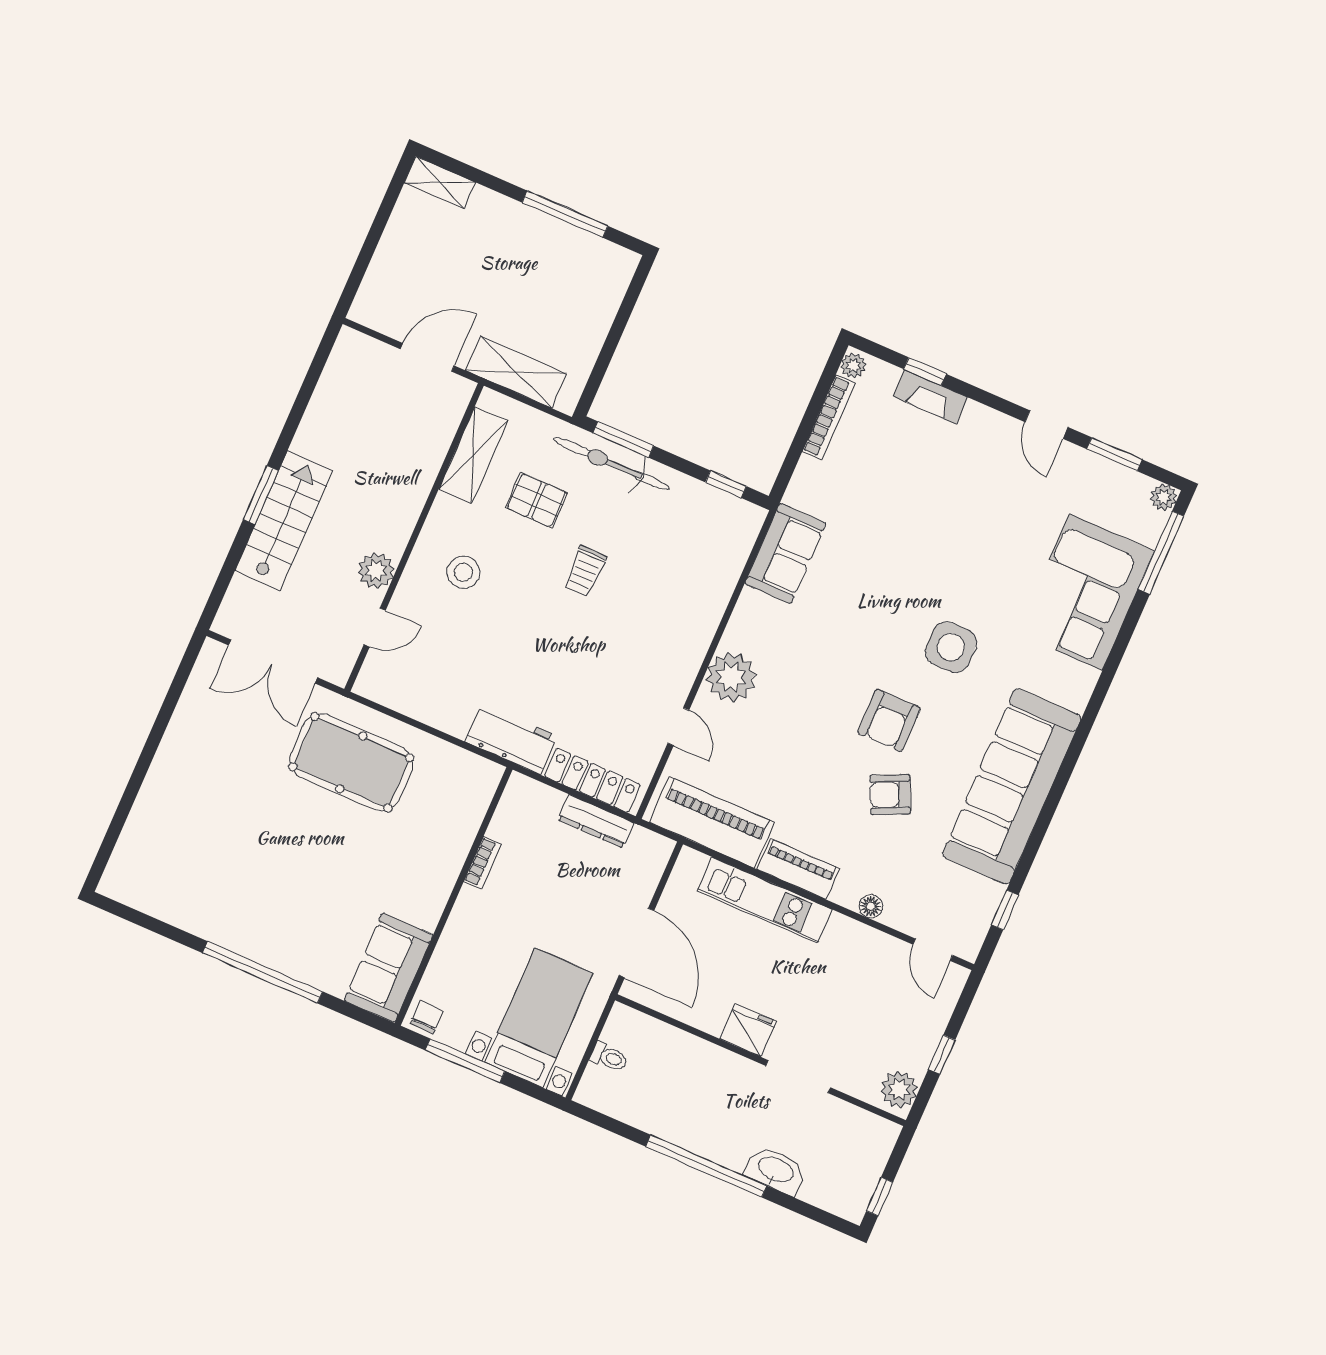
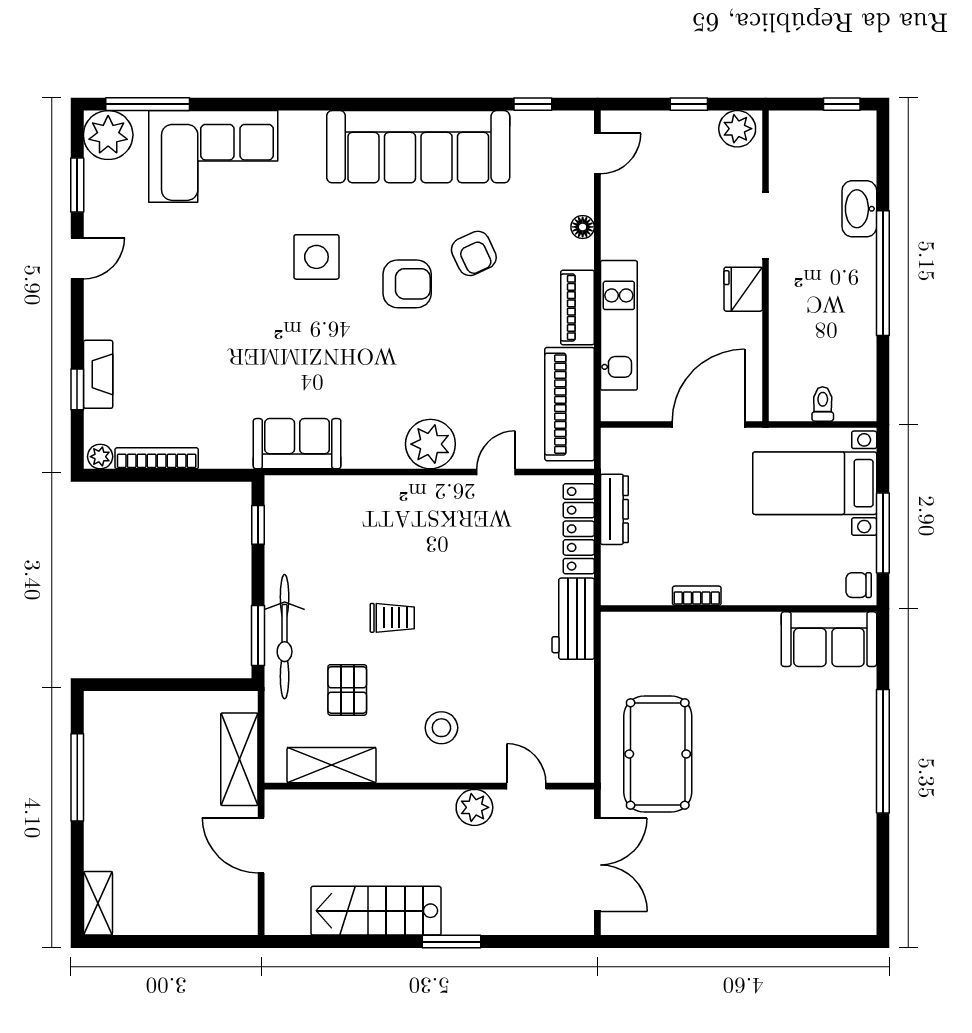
plant: (1164, 497) -> (108, 135), width x1.87, depth x1.87
stairs: (284, 521) -> (376, 911), moved

